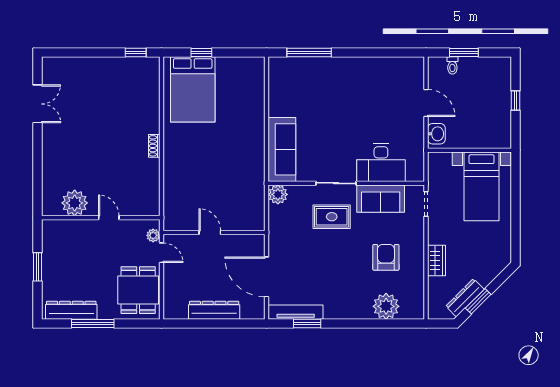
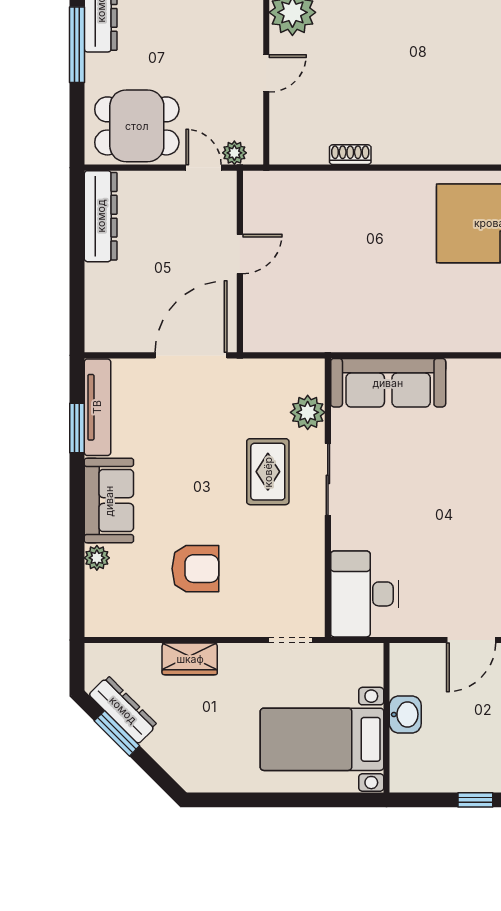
washbasin: (436, 134) -> (405, 714), moved, turned -90
shoe rack: (154, 146) -> (350, 155), moved
desk: (381, 163) -> (365, 594), moved
plant: (278, 194) -> (308, 412), moved
sofa: (381, 199) -> (109, 501), moved, turned 180
door: (161, 253) -> (204, 168), swing flipped
door: (267, 277) -> (191, 355), moved
plant: (386, 306) -> (97, 558), width x0.53, depth x0.53
dresser: (214, 310) -> (101, 216), moved

